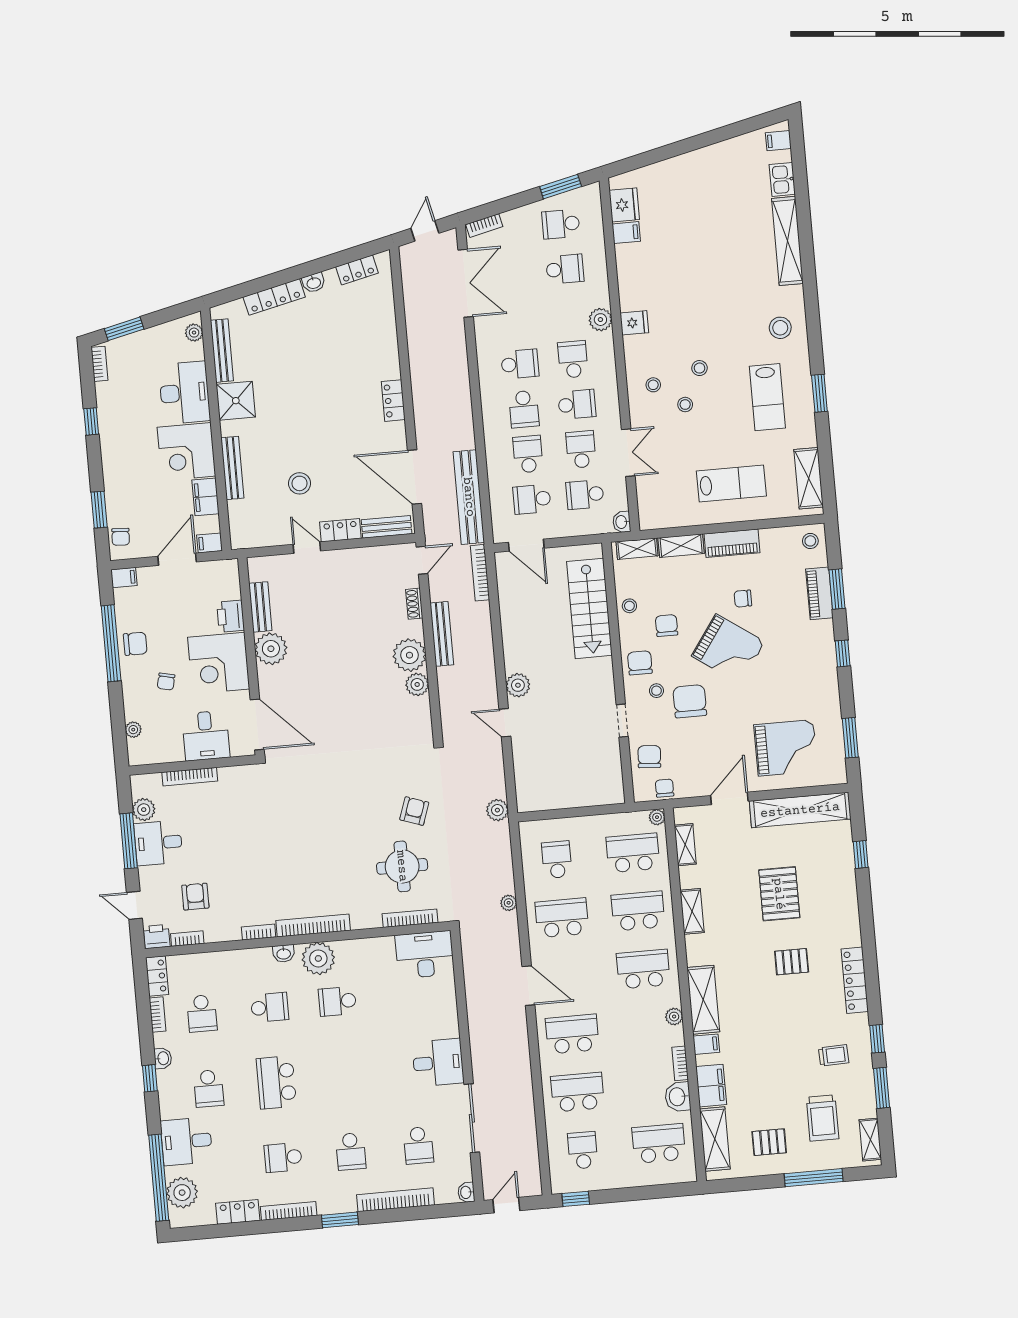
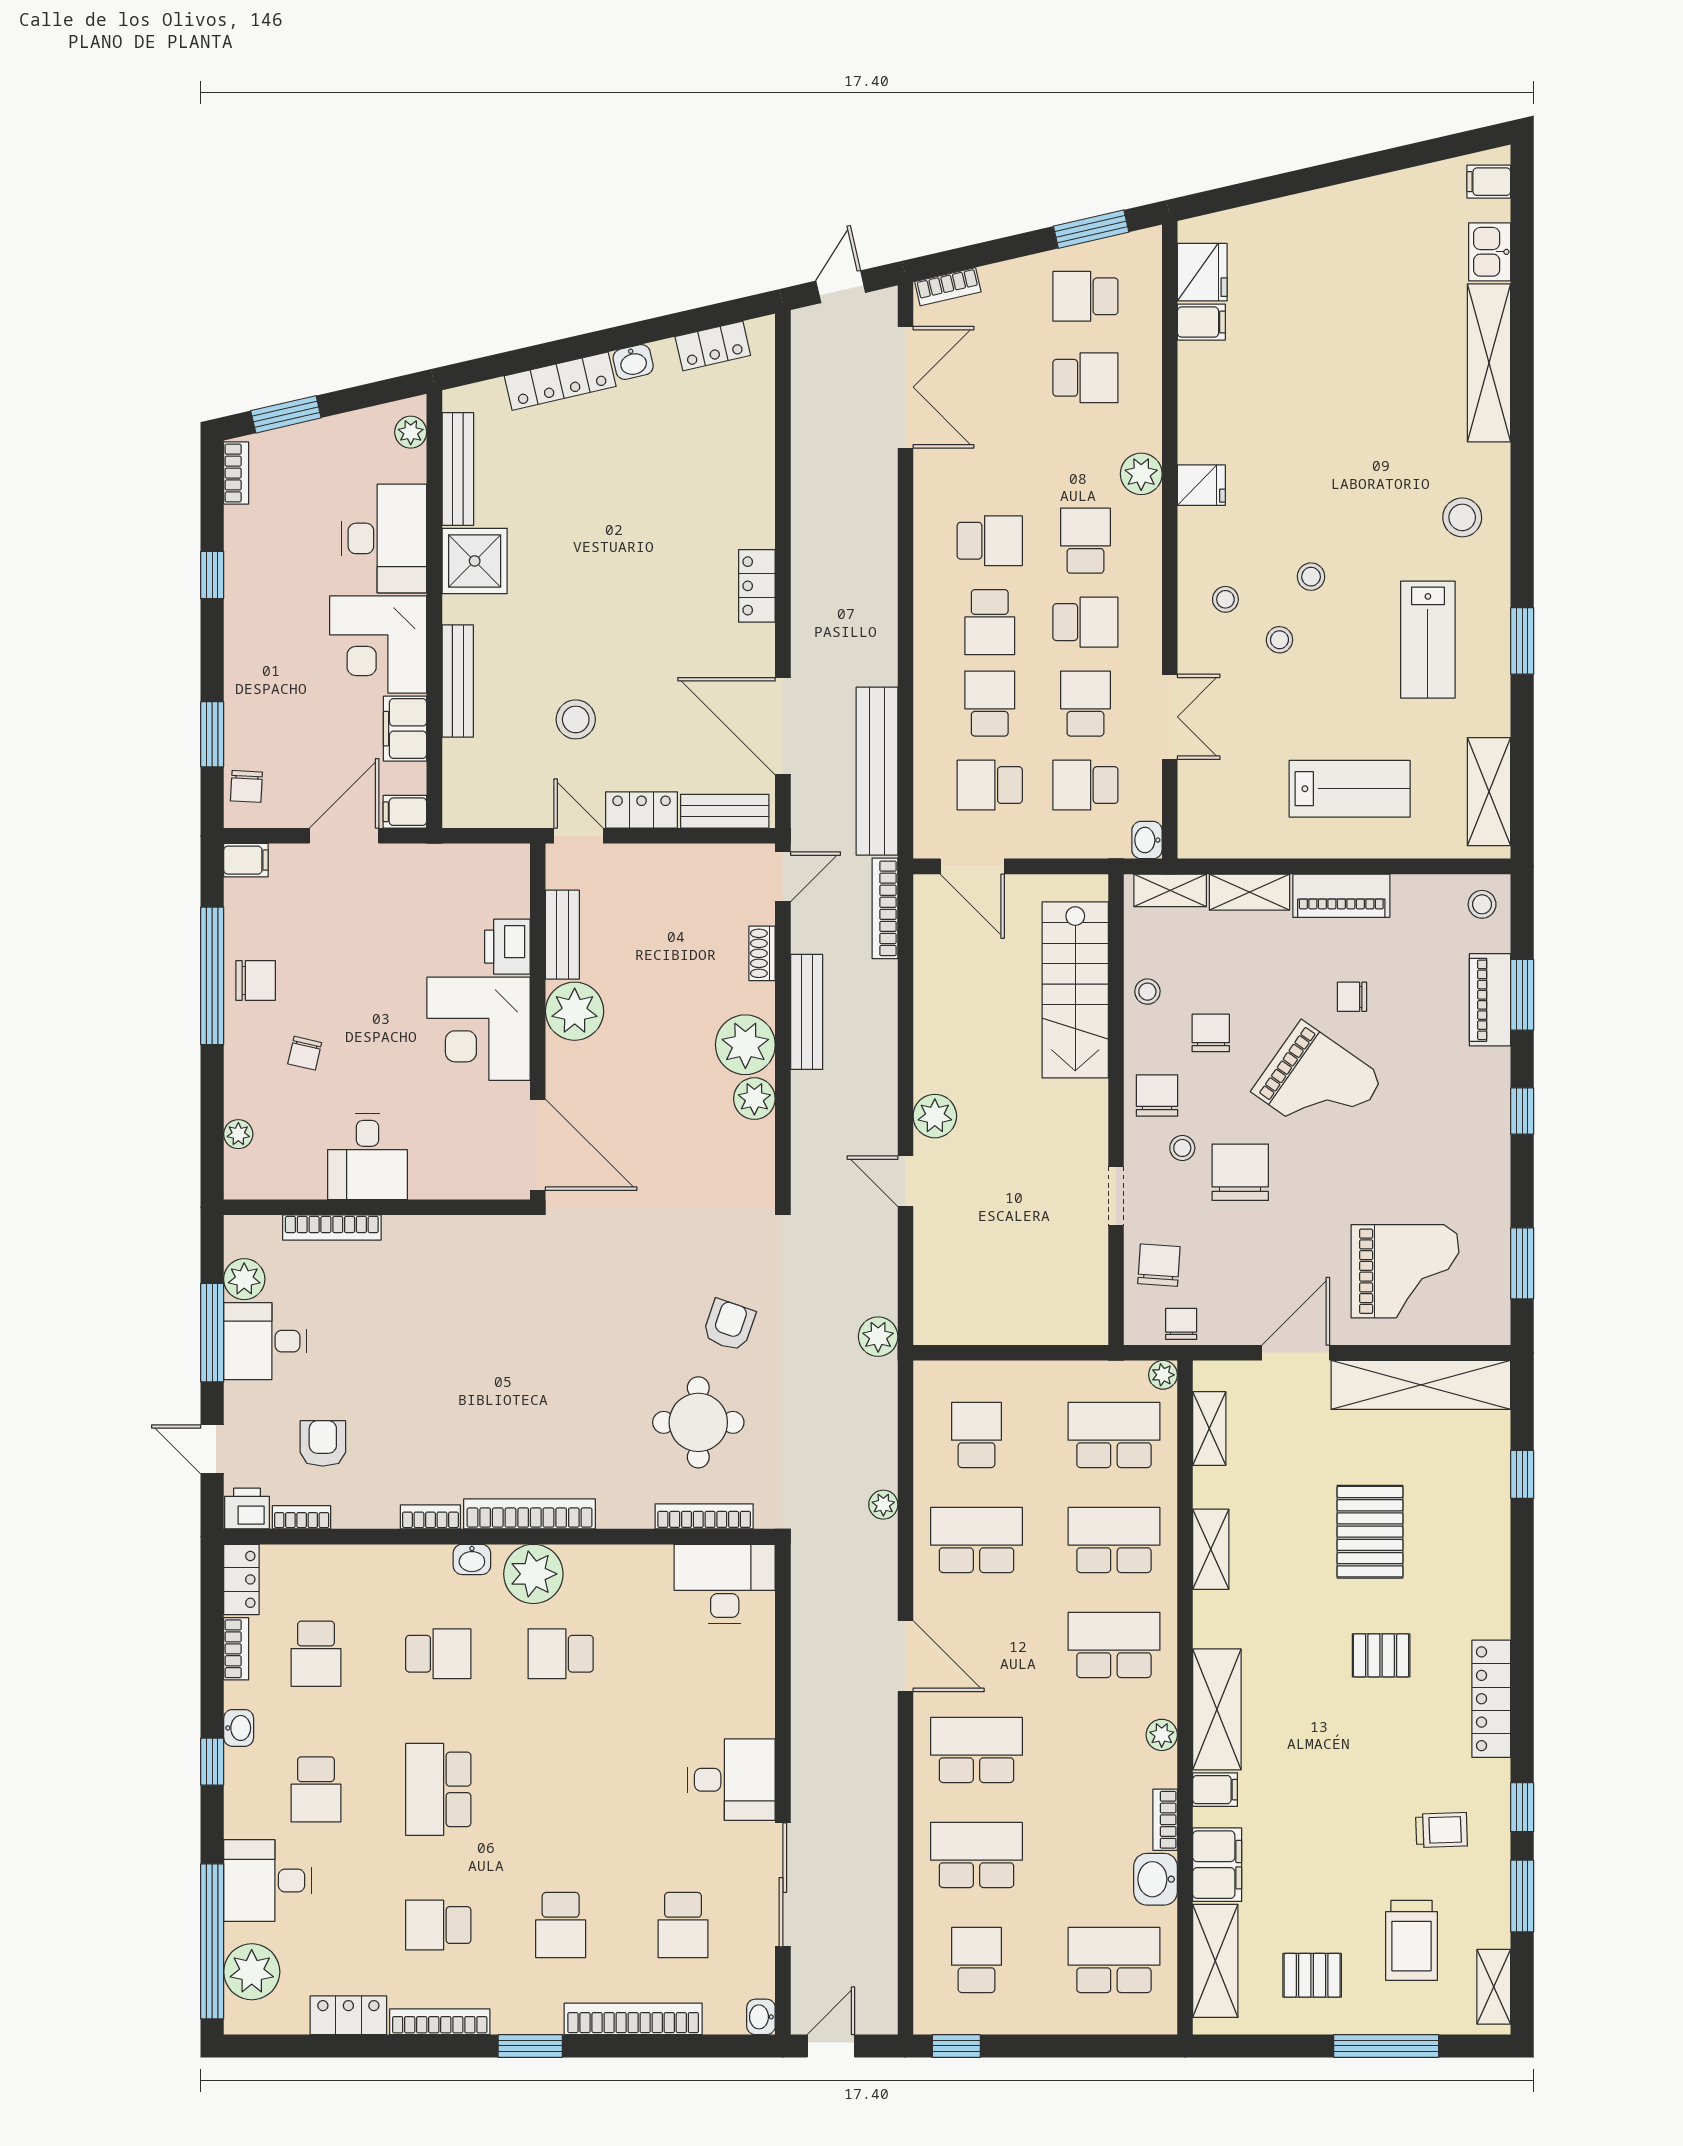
bench: (260, 607) -> (562, 935), moved
printer: (231, 616) -> (507, 947), moved
plant: (271, 649) -> (575, 1011), moved
wall: (251, 656) -> (538, 1021), moved
corner desk: (219, 663) -> (479, 1029), moved
door: (257, 724) -> (538, 1145), moved

